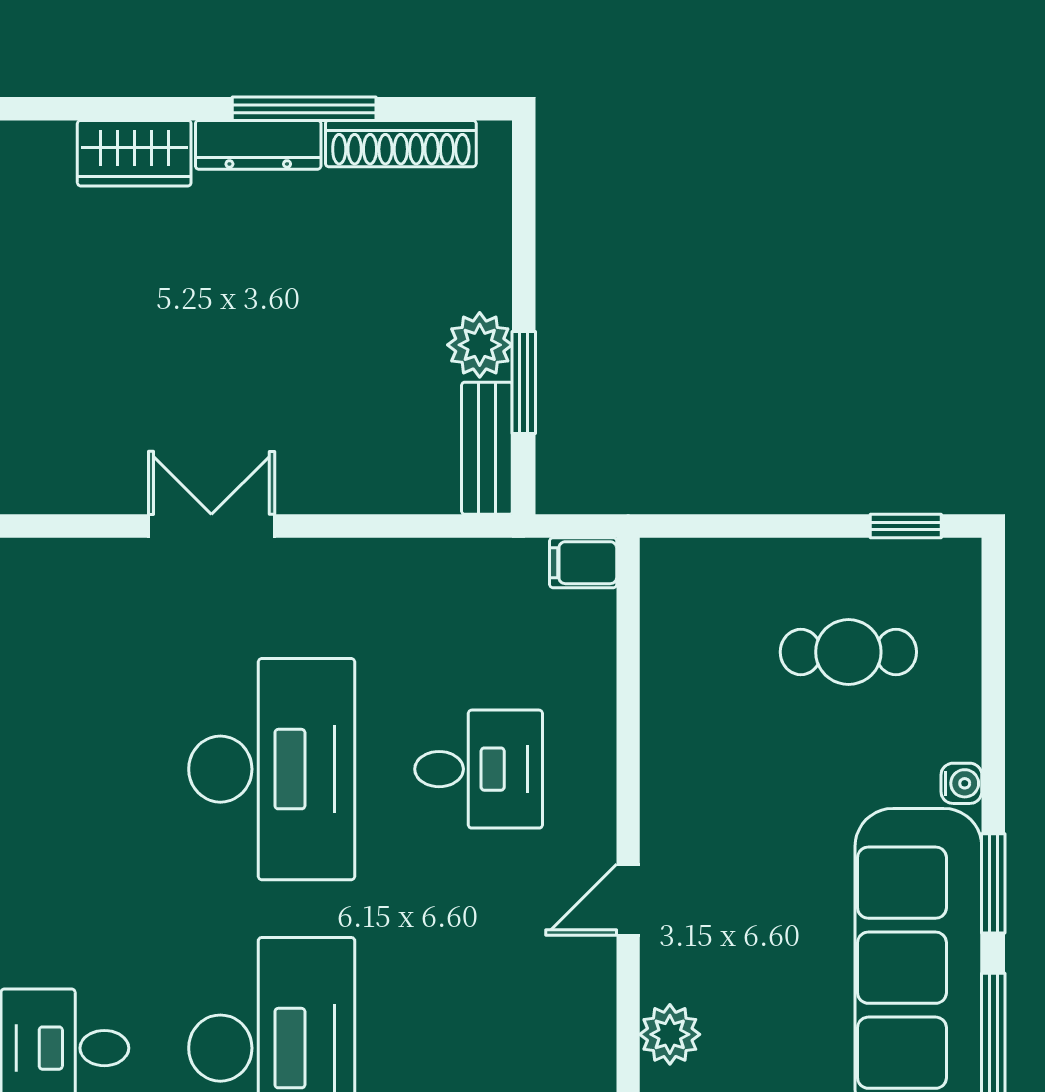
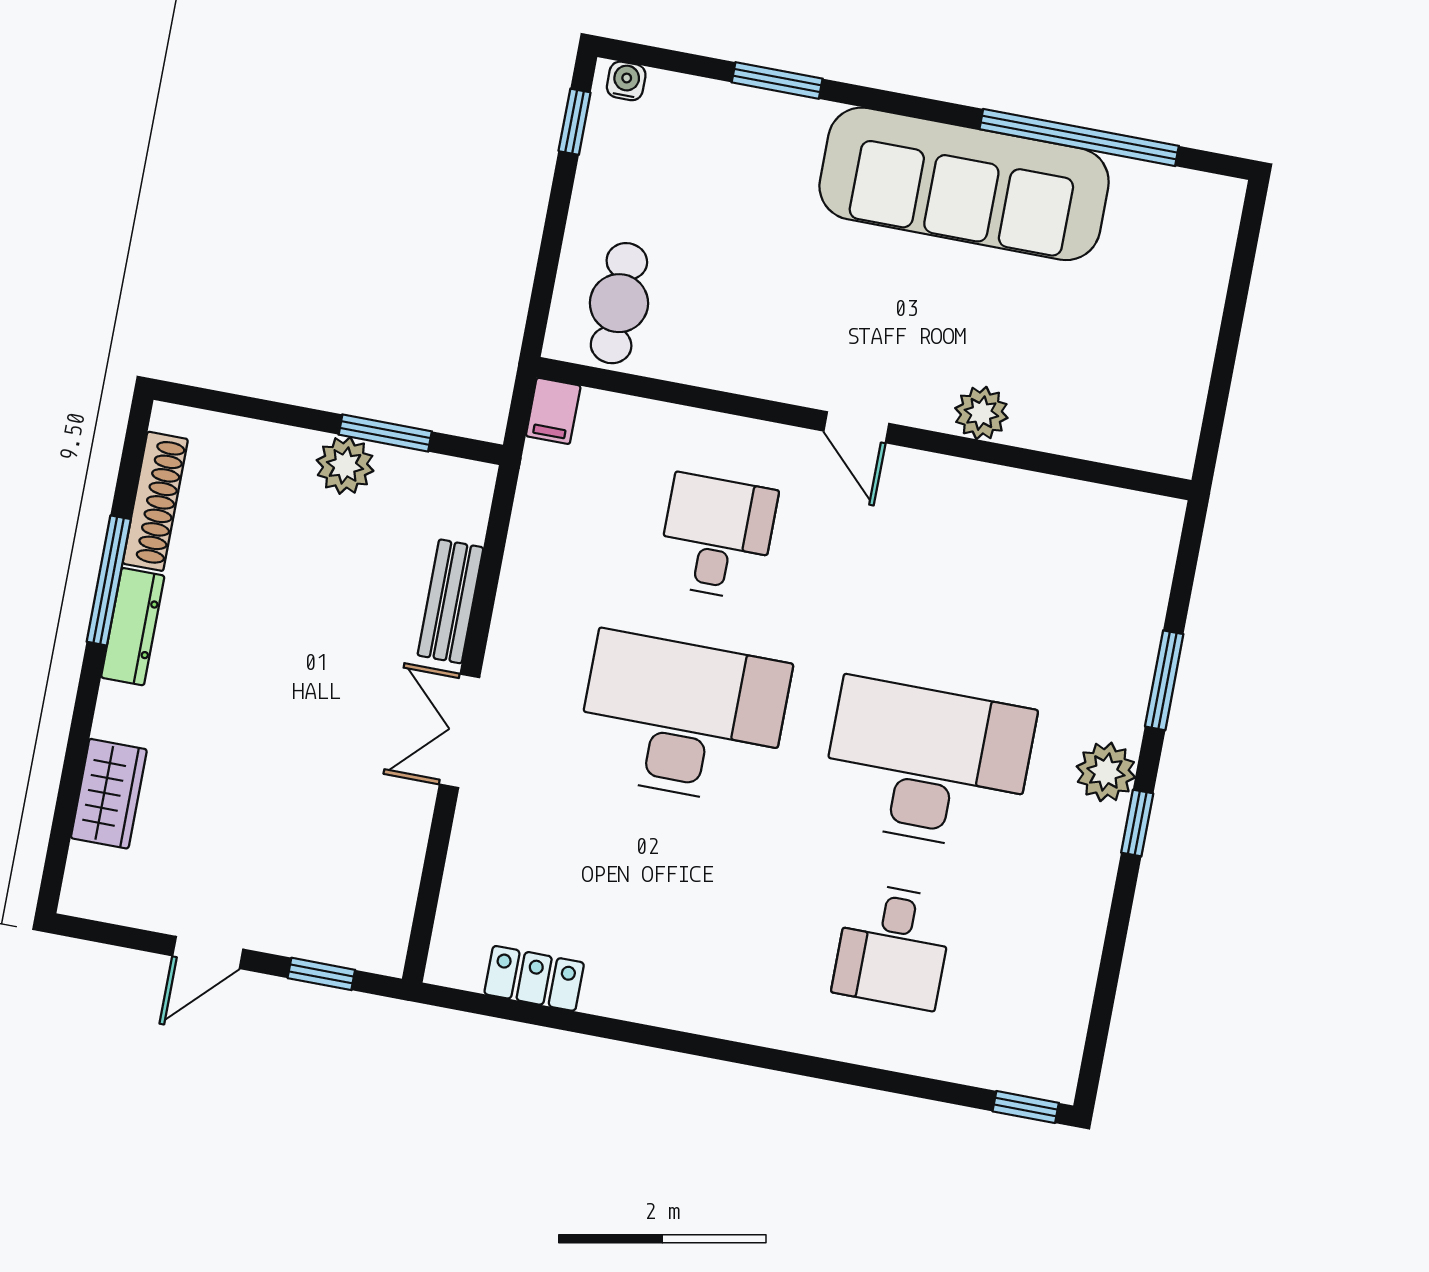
wardrobe: (134, 153) -> (109, 794), moved
bench: (487, 448) -> (450, 601), moved, turned 90
cafe table: (848, 652) -> (619, 303), moved
water cooler: (961, 783) -> (626, 81), moved
window: (993, 883) -> (777, 80), moved

